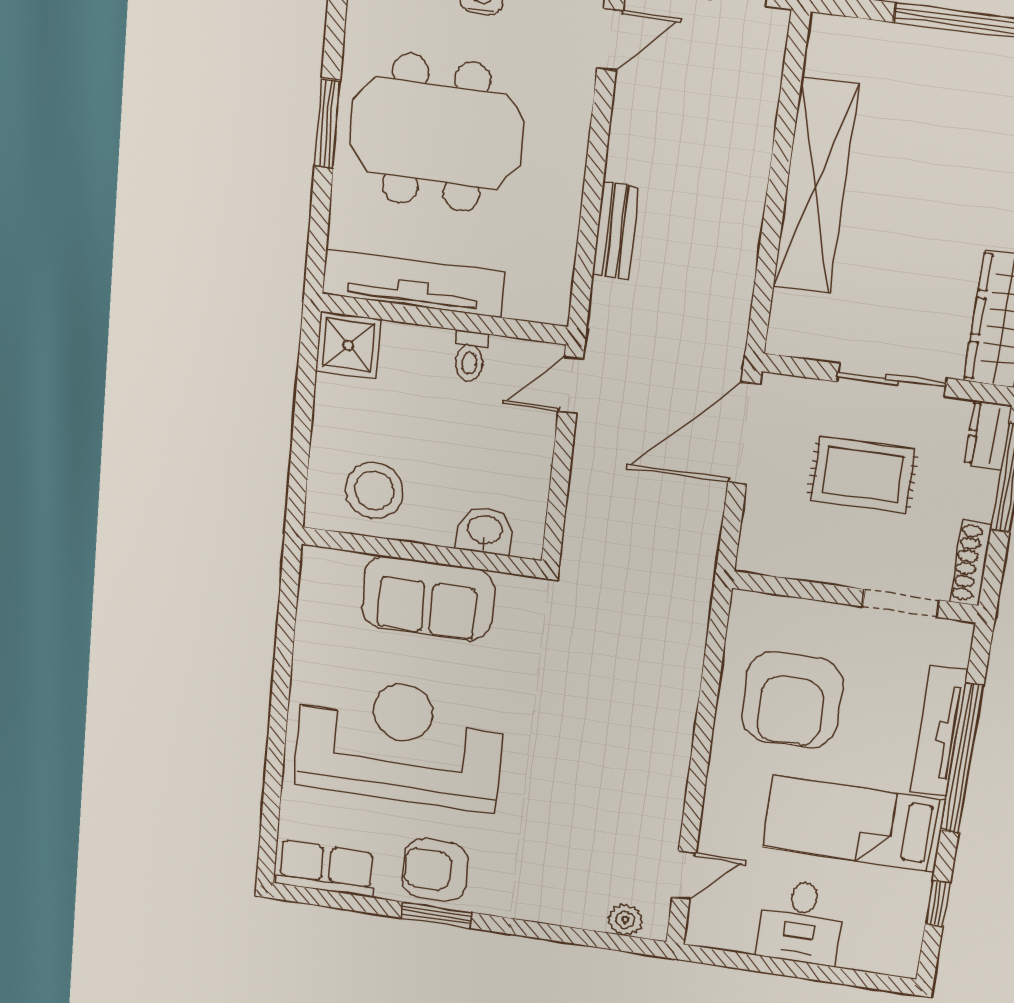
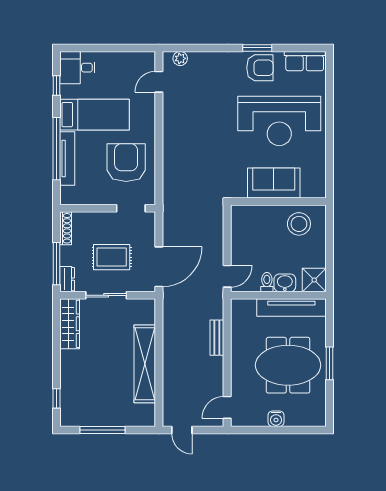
washbasin: (485, 531) -> (285, 283), moved, turned 180
doorway: (901, 603) -> (131, 208), moved
desk: (801, 922) -> (77, 68), moved, turned -90

